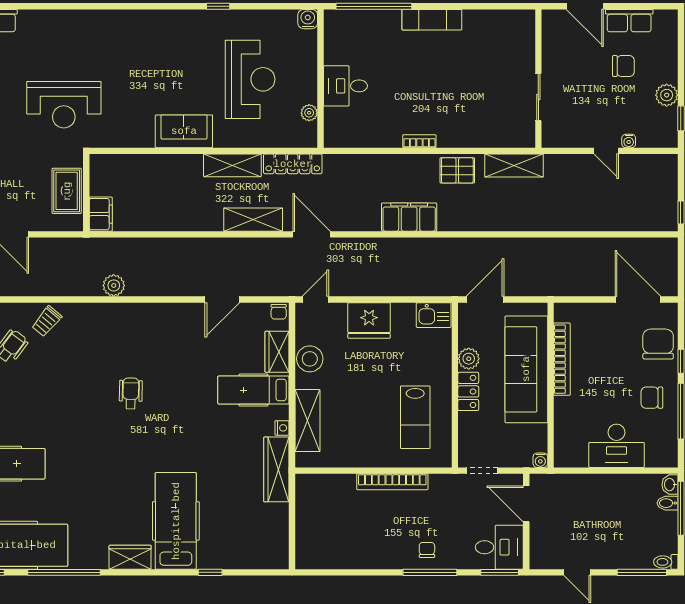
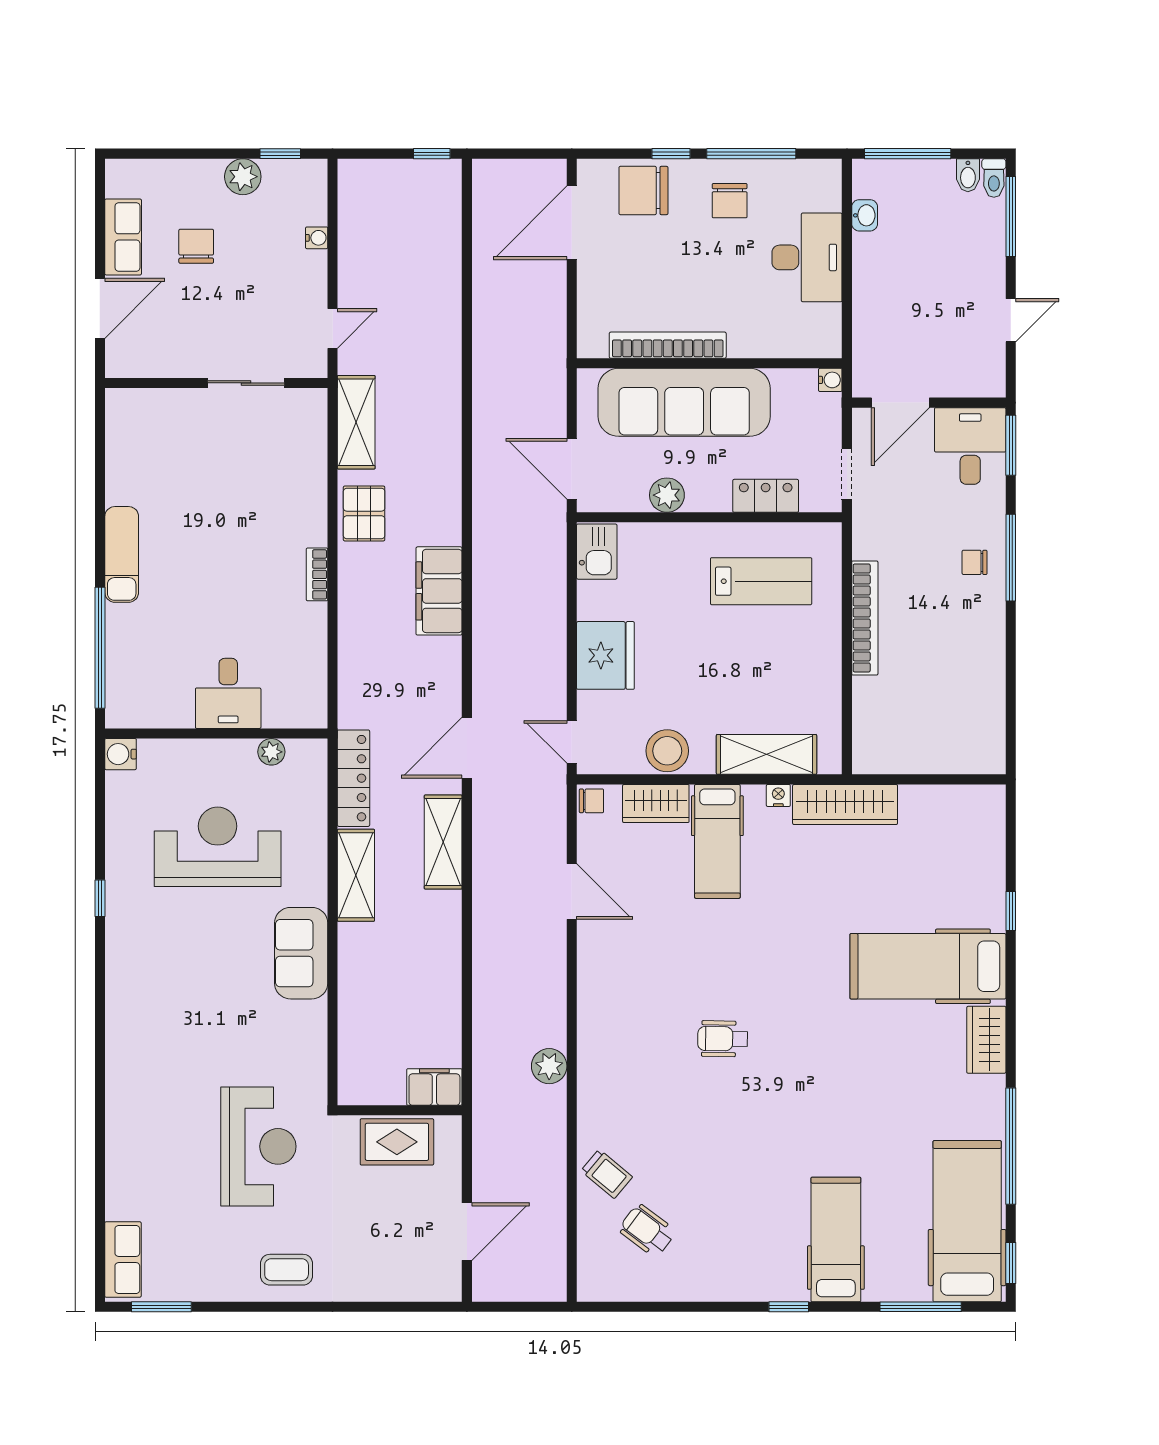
door: (606, 151) -> (333, 329), moved
locker: (468, 391) -> (766, 496), moved
washbasin: (670, 485) -> (865, 215), moved, turned -90
bidet: (668, 503) -> (968, 175), moved

